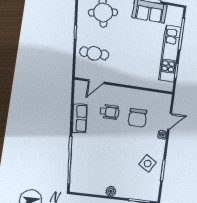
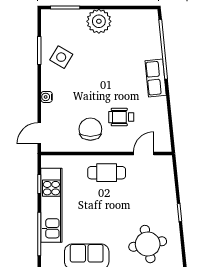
cafe table: (94, 53) -> (107, 173), moved
row of seats: (80, 118) -> (156, 78), moved
chair: (137, 118) -> (90, 129), moved
door: (170, 121) -> (39, 133), moved
plant: (111, 191) -> (99, 21), width x1.88, depth x1.88

